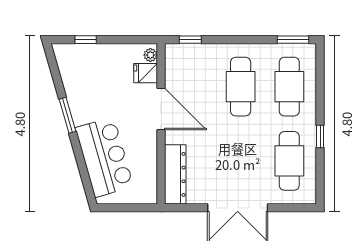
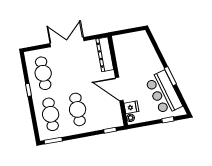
bar counter: (104, 157) -> (164, 93), moved

